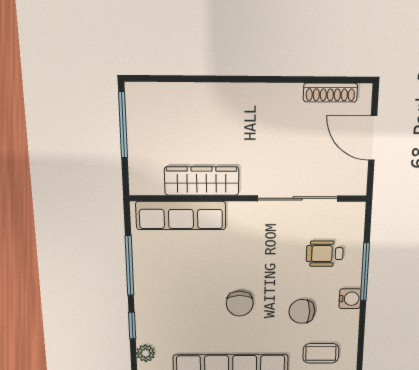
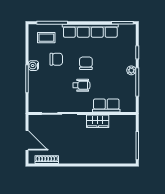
wardrobe: (202, 181) -> (98, 121), width x0.67
row of seats: (181, 216) -> (106, 105), width x0.68
wheelchair: (325, 254) -> (81, 85), moved
plant: (146, 353) -> (131, 70), moved

